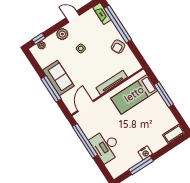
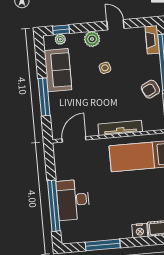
sofa: (58, 78) -> (58, 70), moved
window: (85, 141) -> (54, 206), moved
nightstand: (145, 153) -> (140, 231), moved

